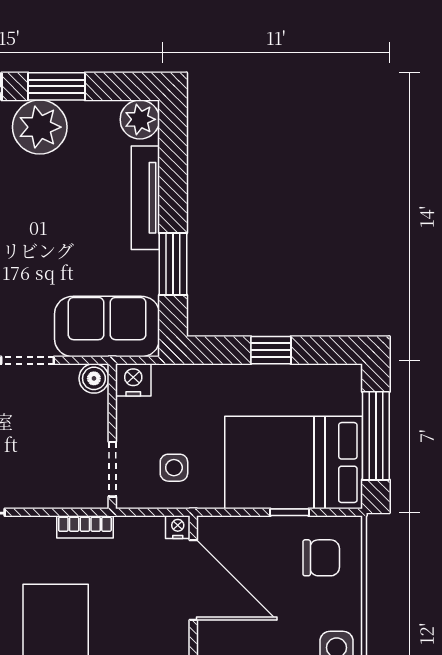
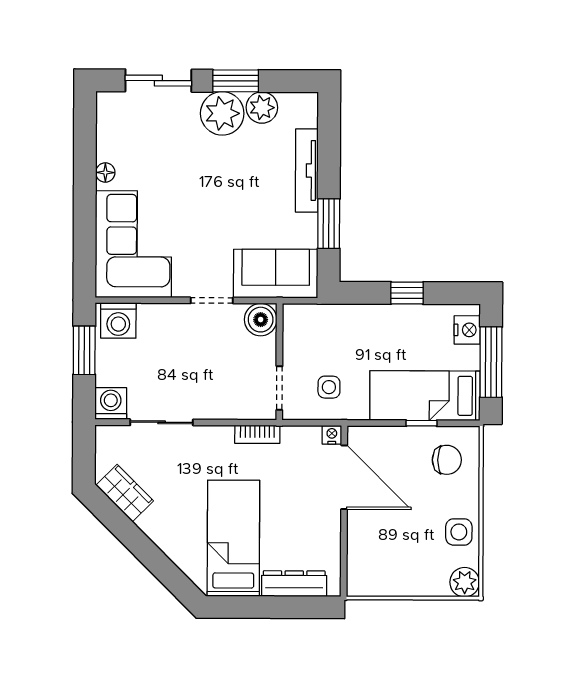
plant: (140, 119) -> (262, 108), moved
boiler: (94, 378) -> (261, 320), width x1.36, depth x1.36
nightstand: (133, 380) -> (467, 330), moved, turned 90
bed: (294, 463) -> (425, 396), width x0.67

